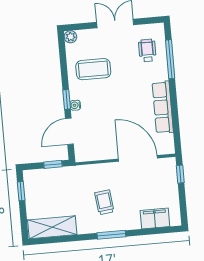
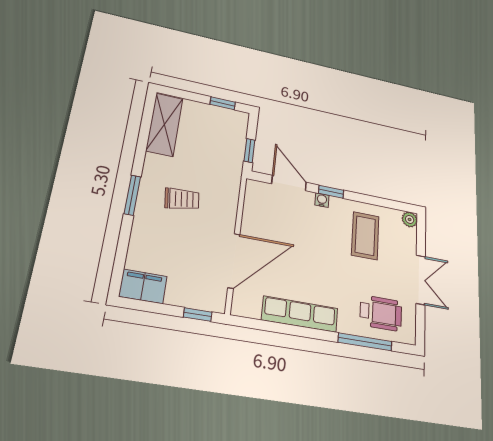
wheelchair: (147, 50) -> (381, 313), width x1.36, depth x1.37
filing cabinet: (155, 218) -> (143, 286), moved, turned -90

